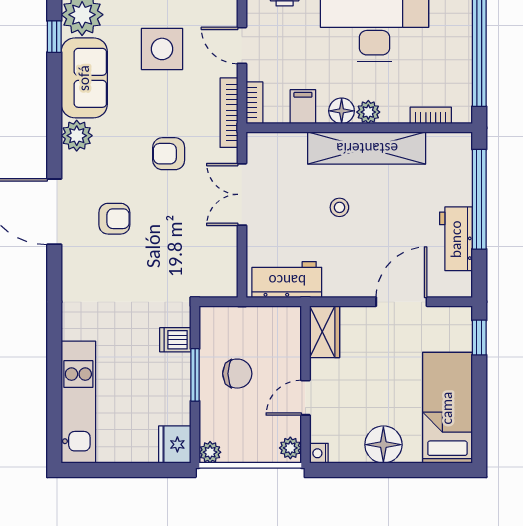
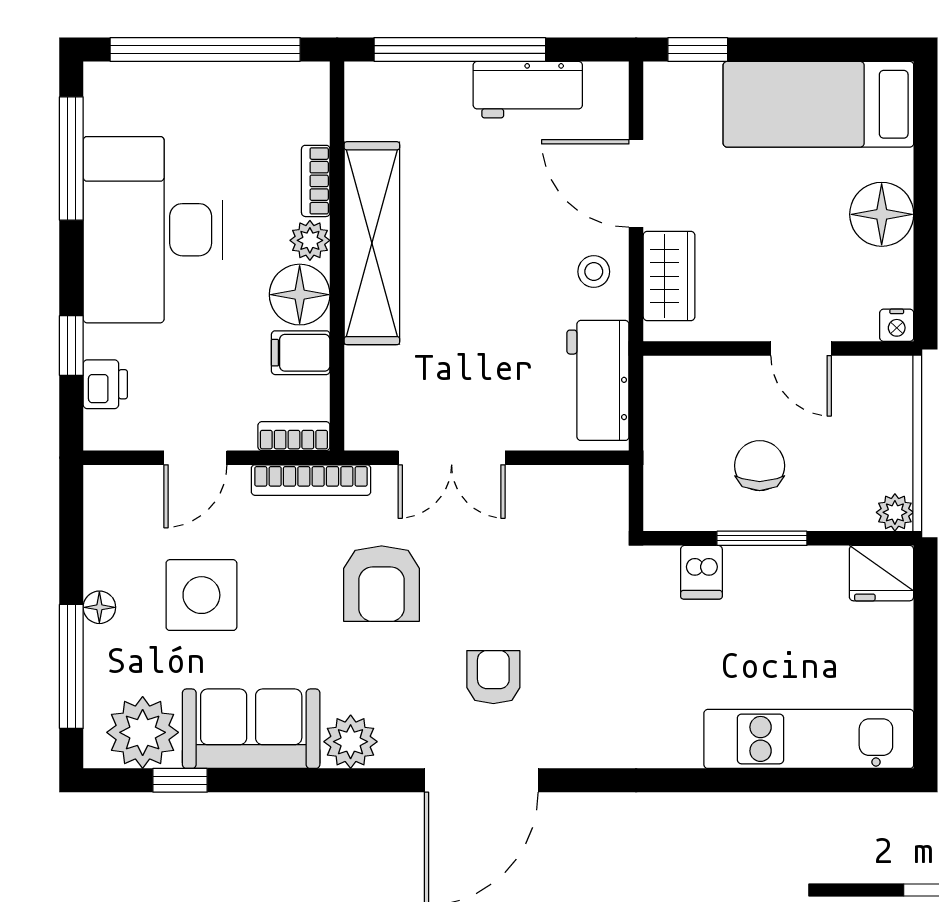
floor lamp: (342, 111) -> (300, 295), width x1.38, depth x1.38
bookcase: (431, 115) -> (316, 181), moved
armchair: (169, 154) -> (382, 584), width x1.38, depth x1.38
stool: (339, 207) -> (594, 272), moved
wardrobe: (325, 332) -> (669, 276), moved, turned 90
plant: (290, 448) -> (888, 374), removed

